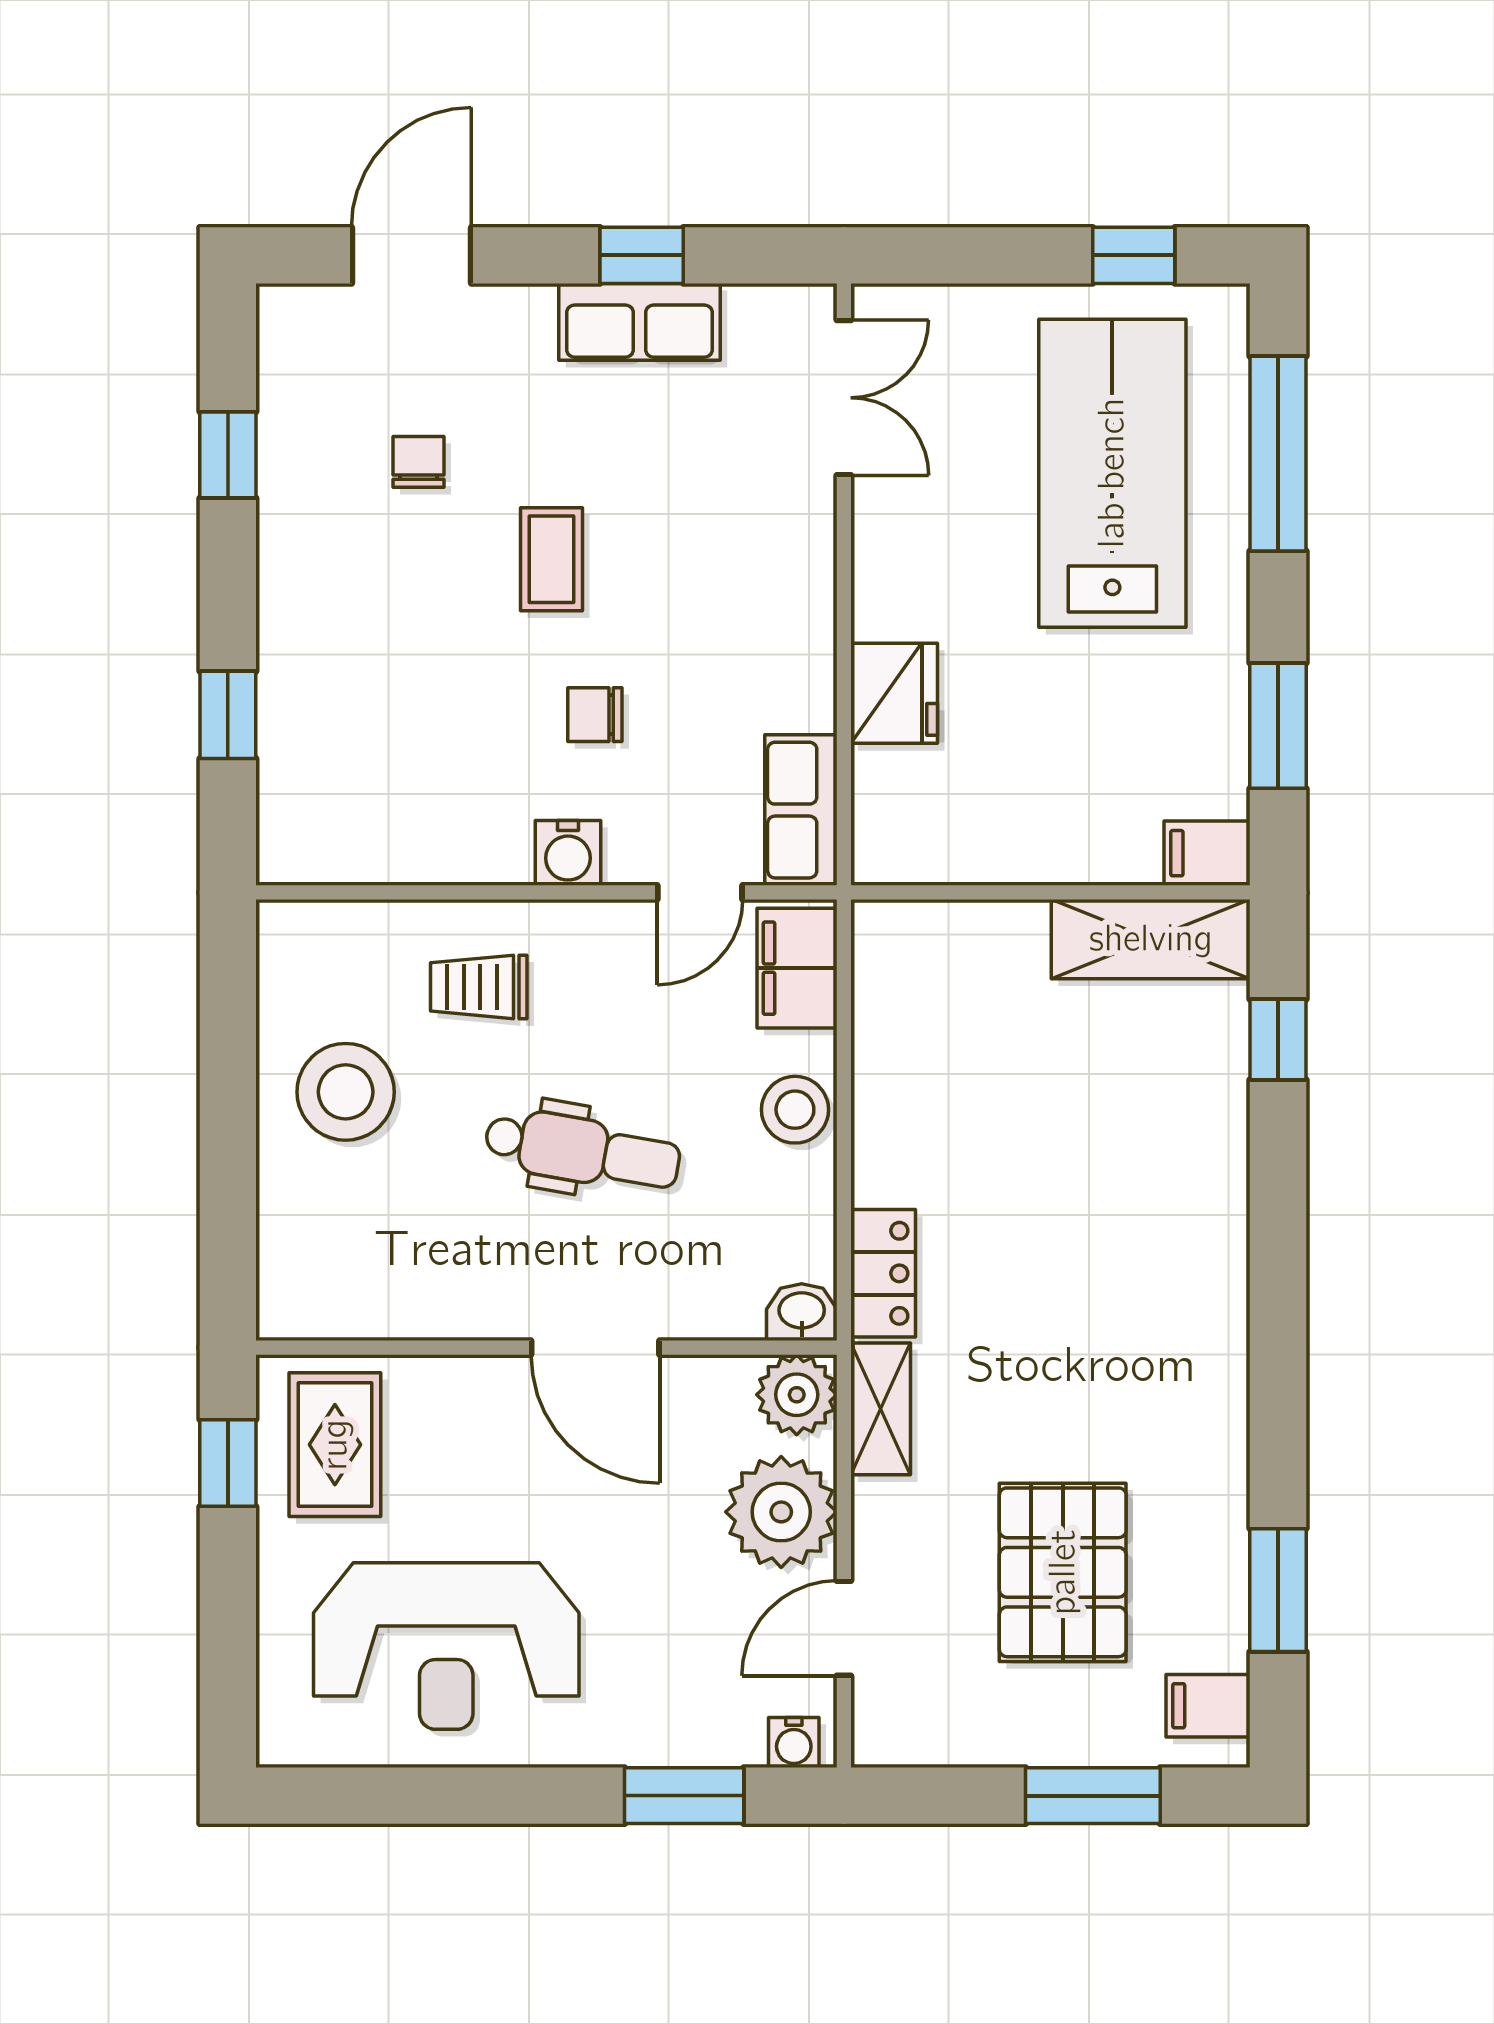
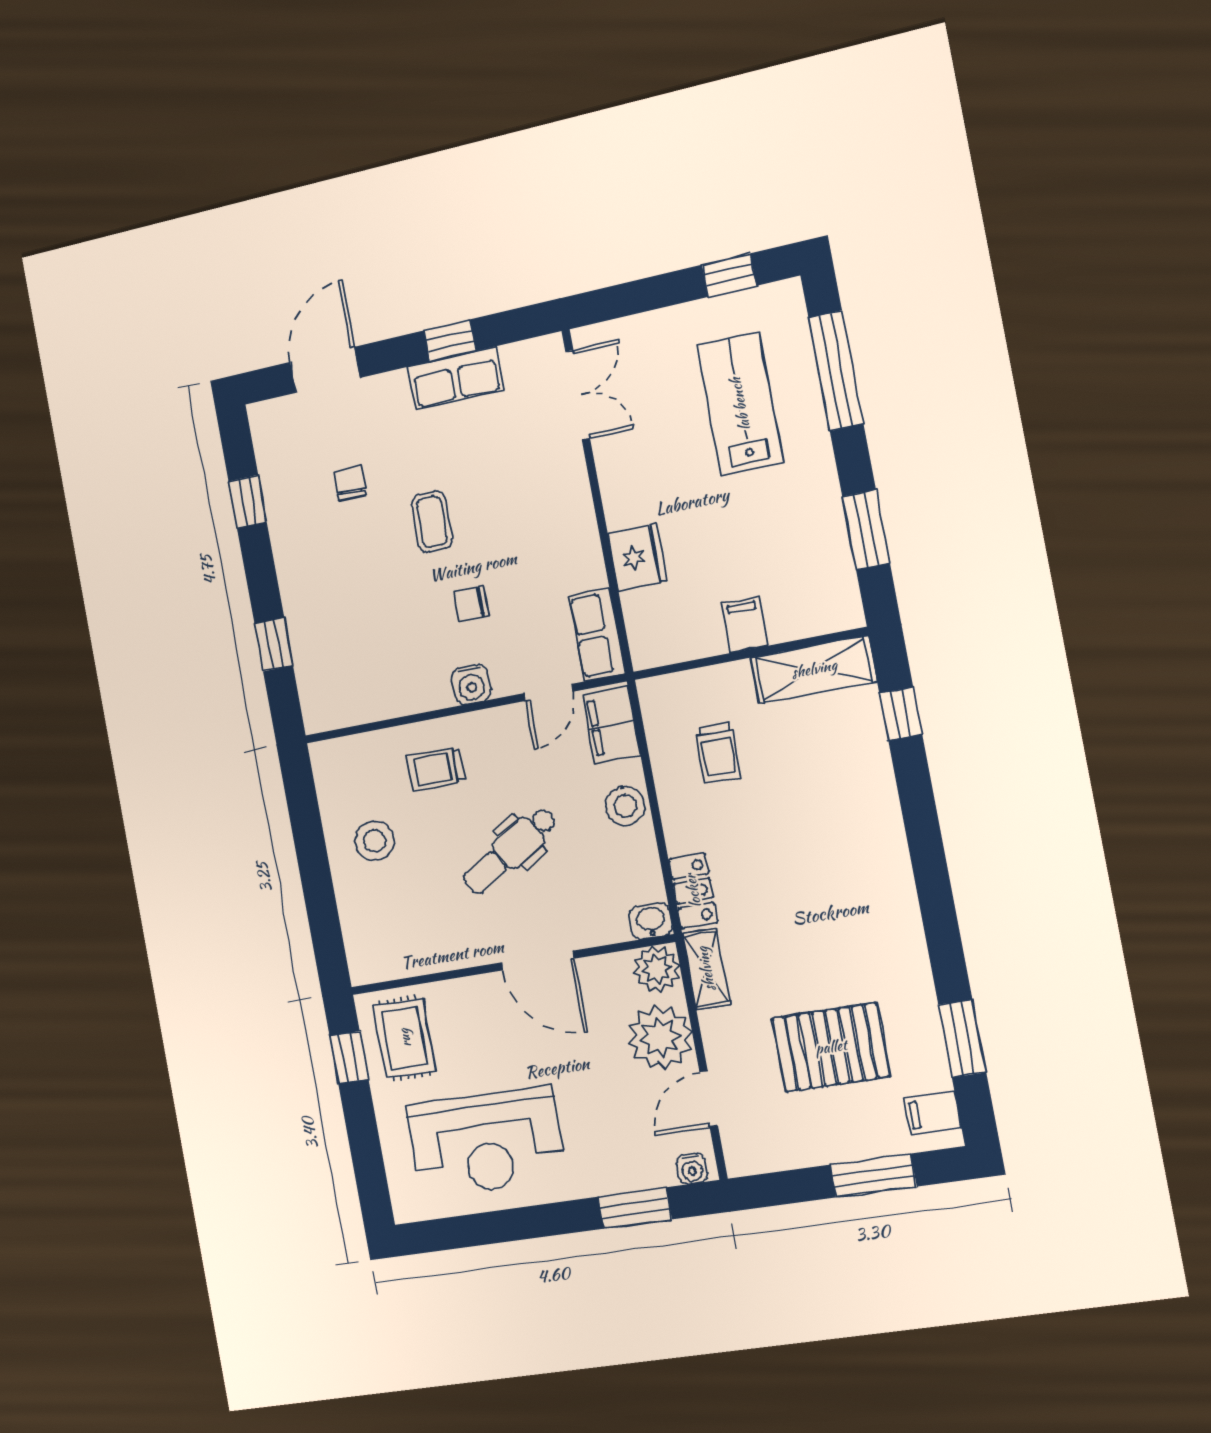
lab bench: (1112, 473) -> (740, 404), width x0.73, depth x0.72
filing cabinet: (1207, 853) -> (744, 625), moved, turned 90
trolley: (968, 1049) -> (718, 753), added
stool: (346, 1092) -> (375, 841), width x0.73, depth x0.73
dental chair: (582, 1151) -> (510, 850), turned 139
pallet: (1063, 1572) -> (831, 1047), turned 90

